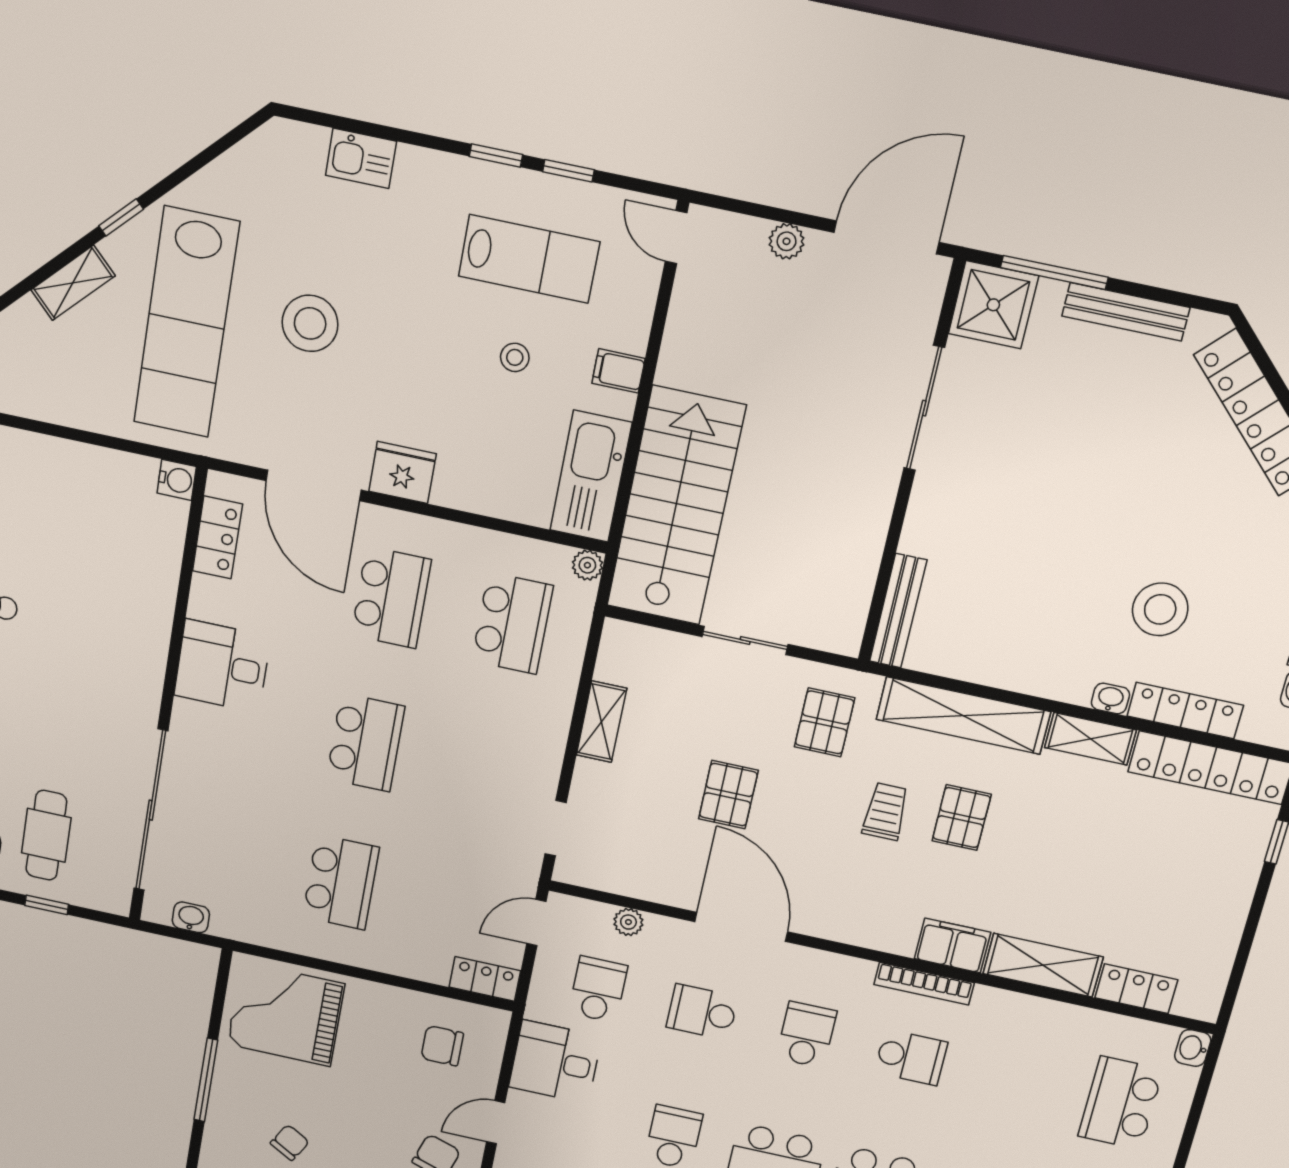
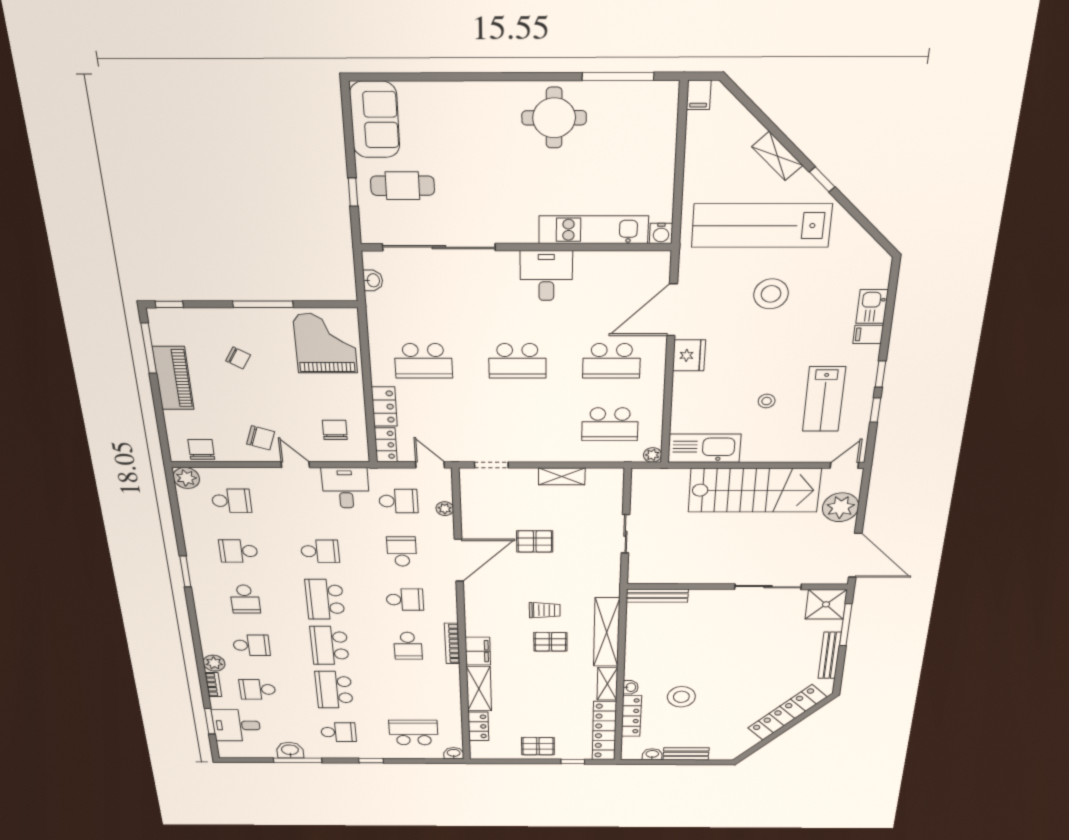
plant: (787, 241) -> (841, 507), width x1.88, depth x1.88
filing cabinet: (618, 371) -> (868, 334), moved, turned -90
stairs: (676, 506) -> (754, 490), moved
locker: (217, 537) -> (384, 407), moved, turned -90
kitchen unit: (156, 580) -> (594, 230), added
pallet: (825, 722) -> (538, 746), moved

